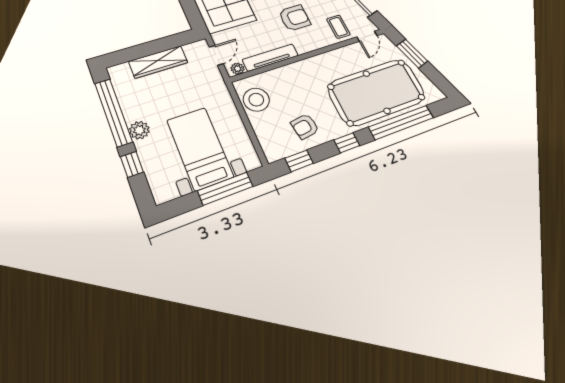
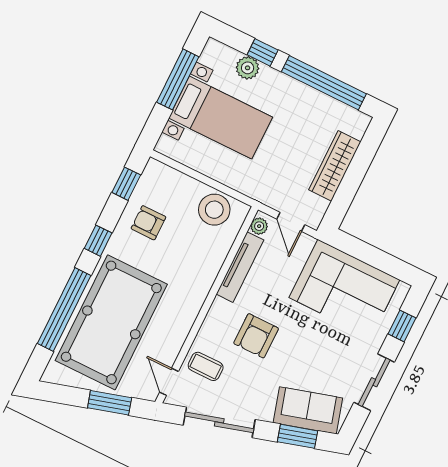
armchair: (305, 126) -> (148, 223), turned -82
plant: (139, 130) -> (248, 68), moved
window: (225, 189) -> (178, 79), moved

